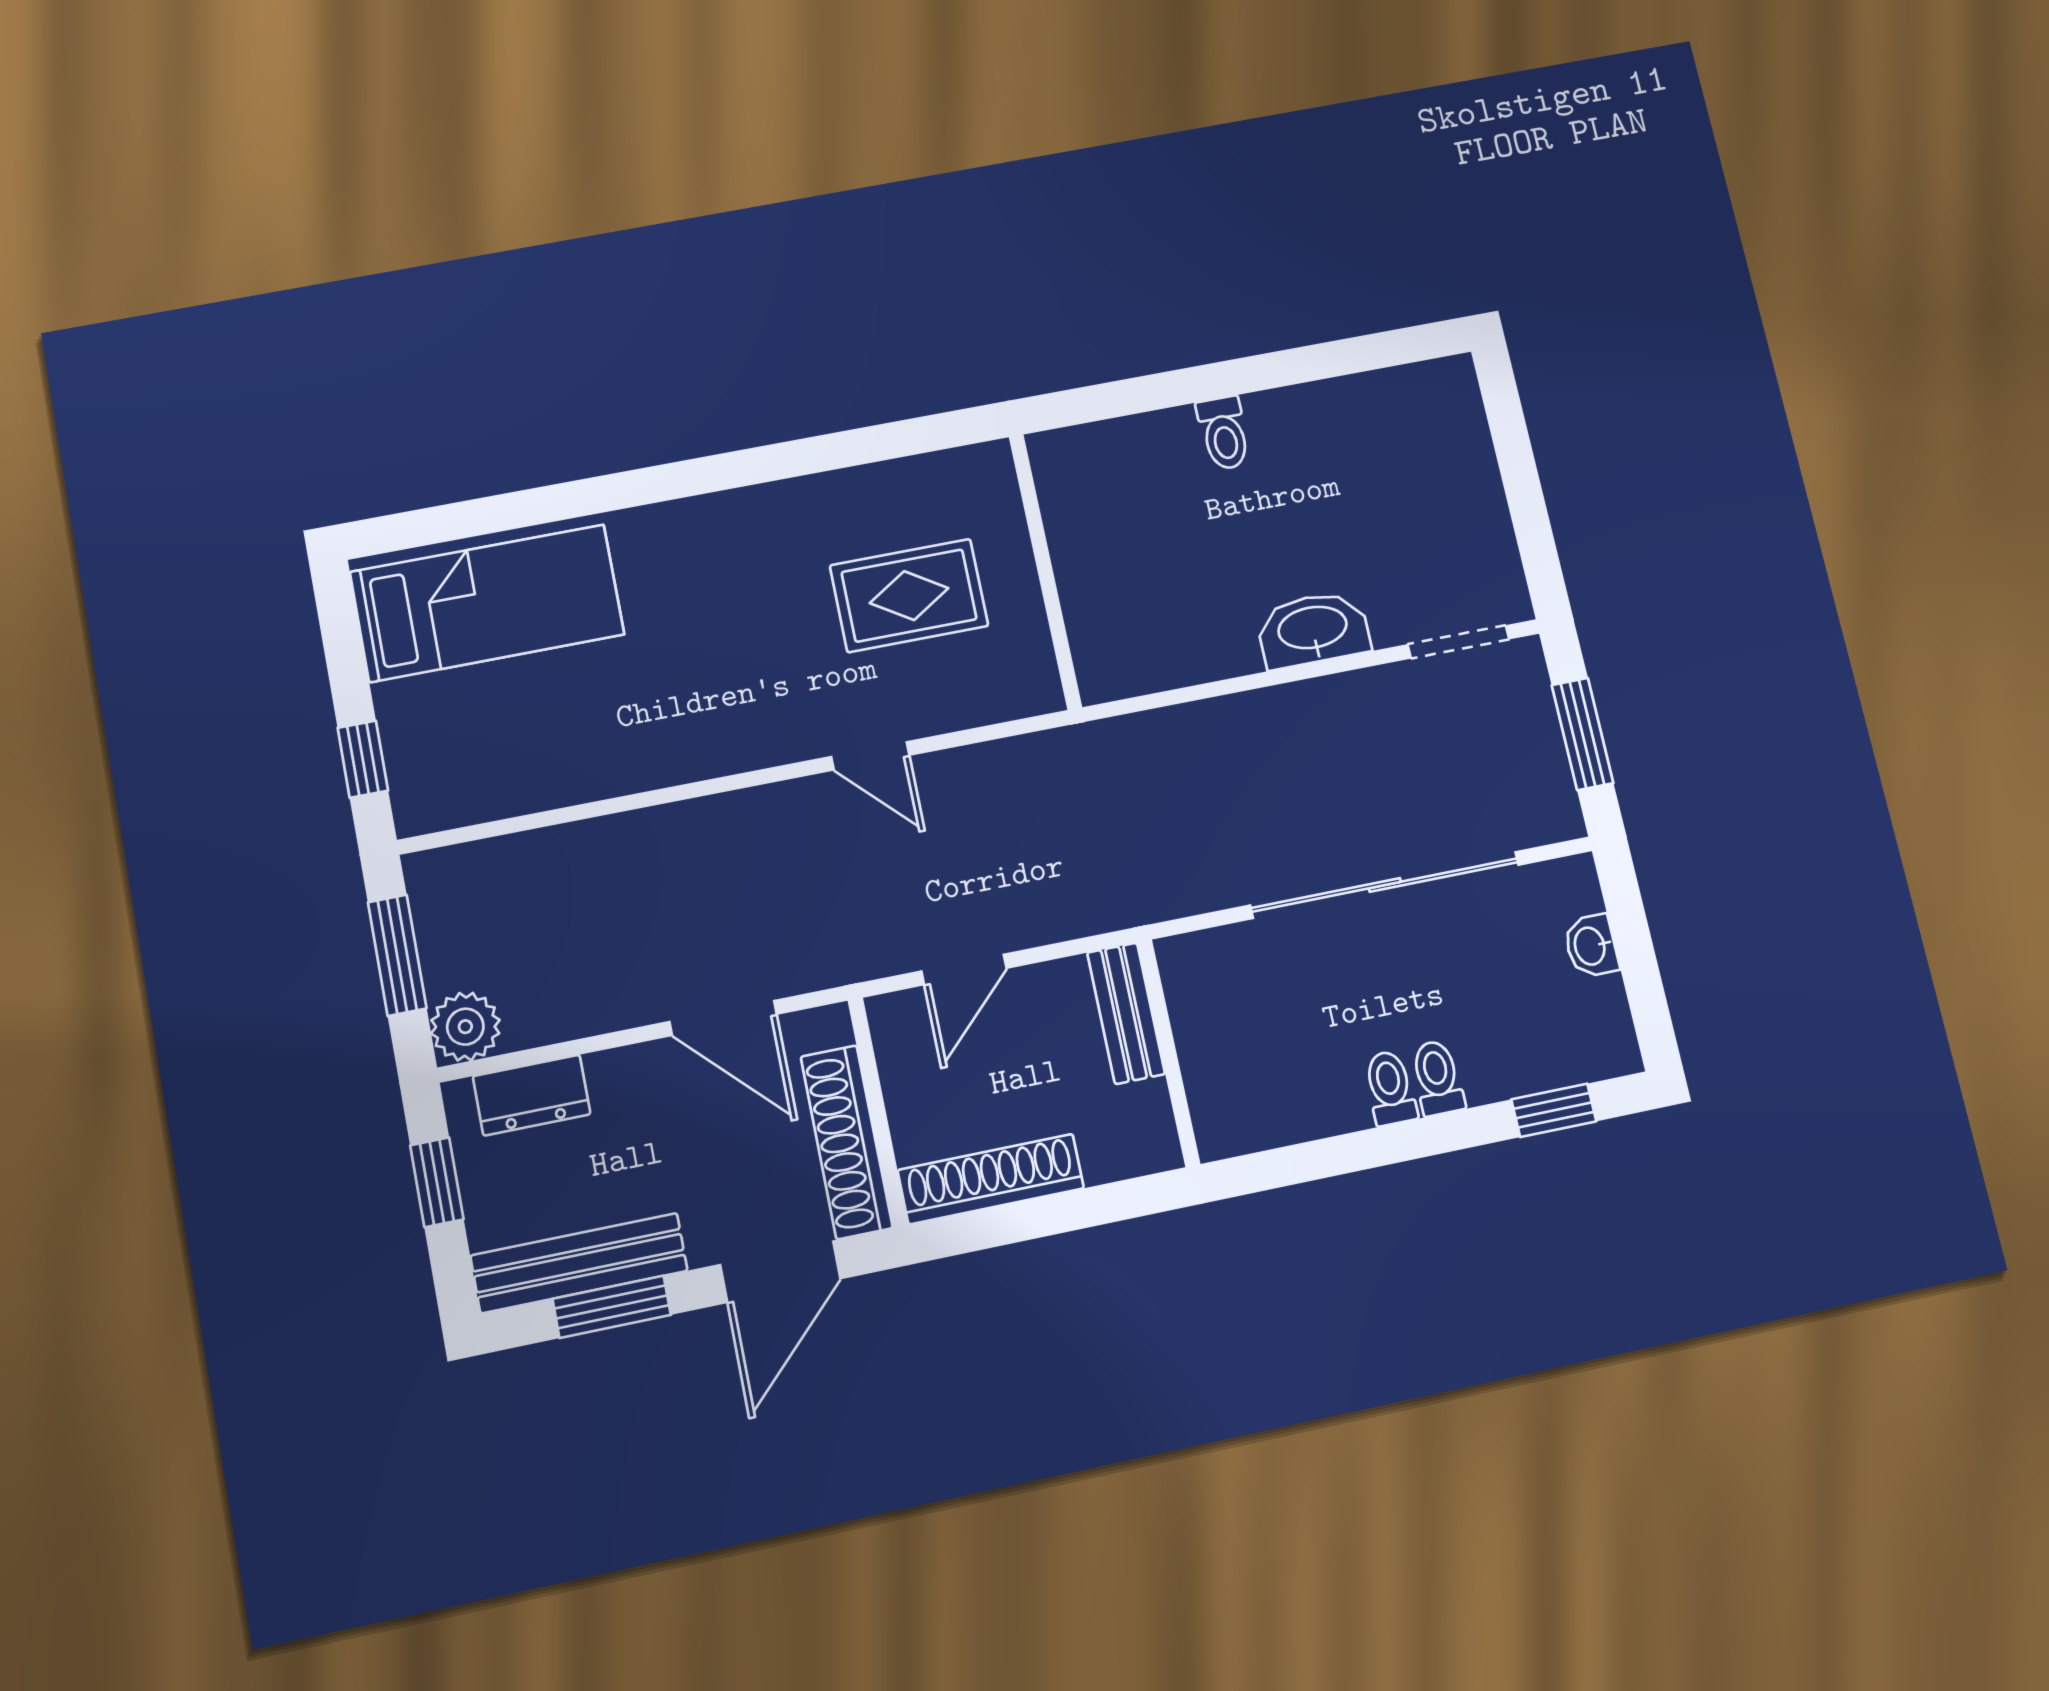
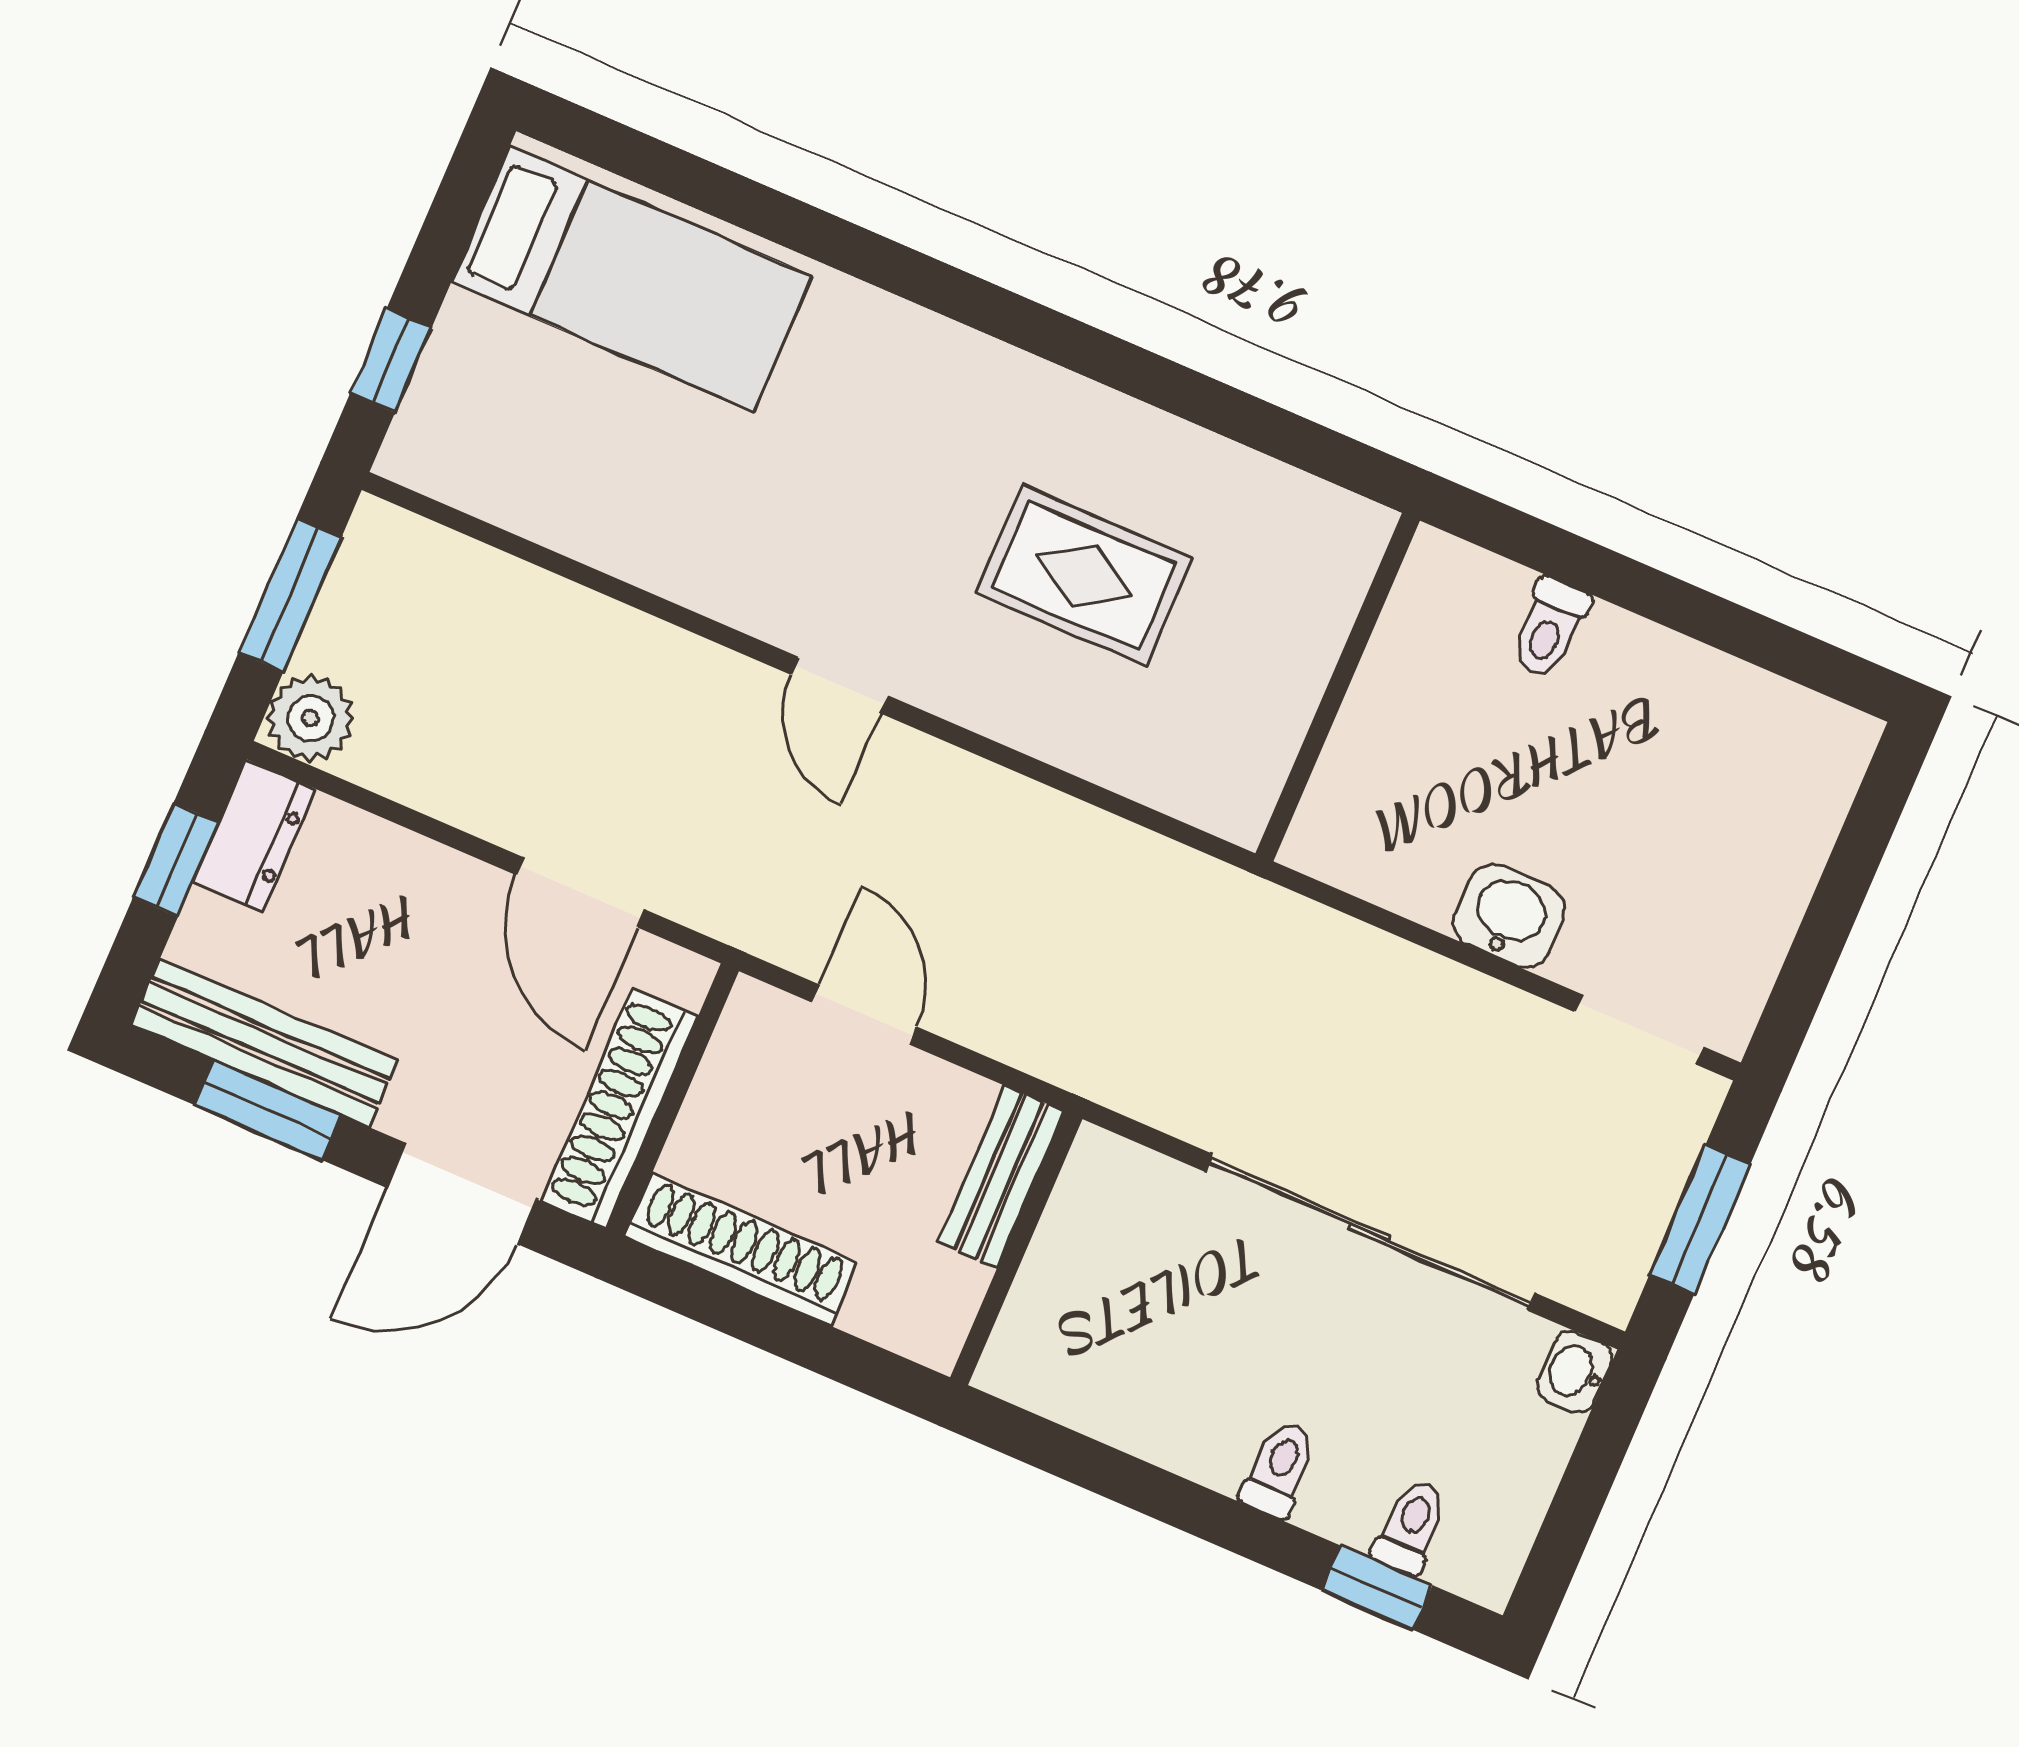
wall: (1045, 571) -> (1338, 687), moved
washbasin: (1313, 629) -> (1509, 916), width x0.72
door: (870, 756) -> (840, 685), moved
washbasin: (1591, 946) -> (1575, 1372), moved
door: (964, 970) -> (864, 1014), swing flipped
toilet: (1390, 1088) -> (1410, 1527), moved
dresser: (532, 1095) -> (254, 836), moved, turned -90

